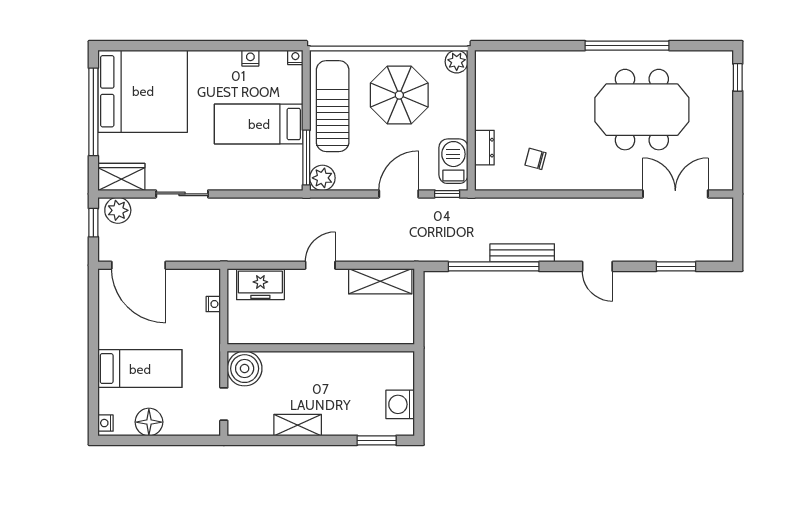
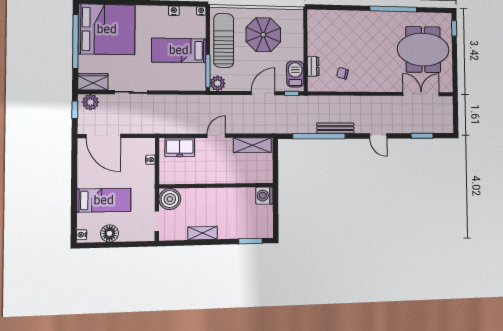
plant: (457, 62) -> (297, 16), removed
meeting table: (642, 110) -> (423, 50), moved
washing machine: (400, 404) -> (264, 196), moved

